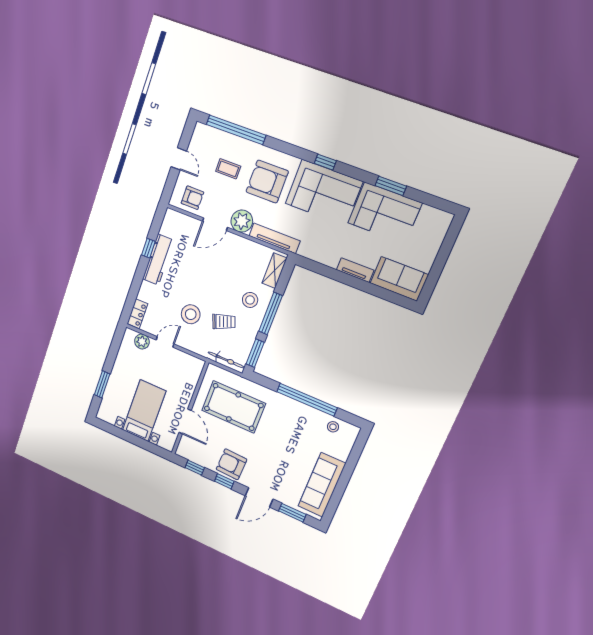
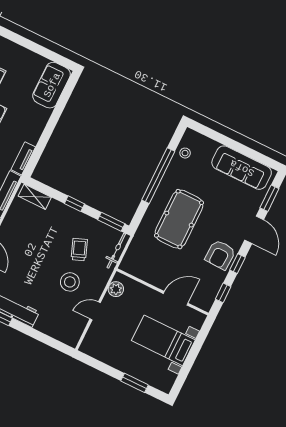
tv unit: (355, 270) -> (23, 158), moved
stool: (250, 300) -> (60, 222), removed
window: (271, 313) -> (74, 204), width x0.46
locker: (137, 314) -> (66, 337), removed
plant: (142, 342) -> (116, 289), moved
door: (165, 342) -> (95, 311), hinge flipped
pool table: (234, 407) -> (179, 219), moved

